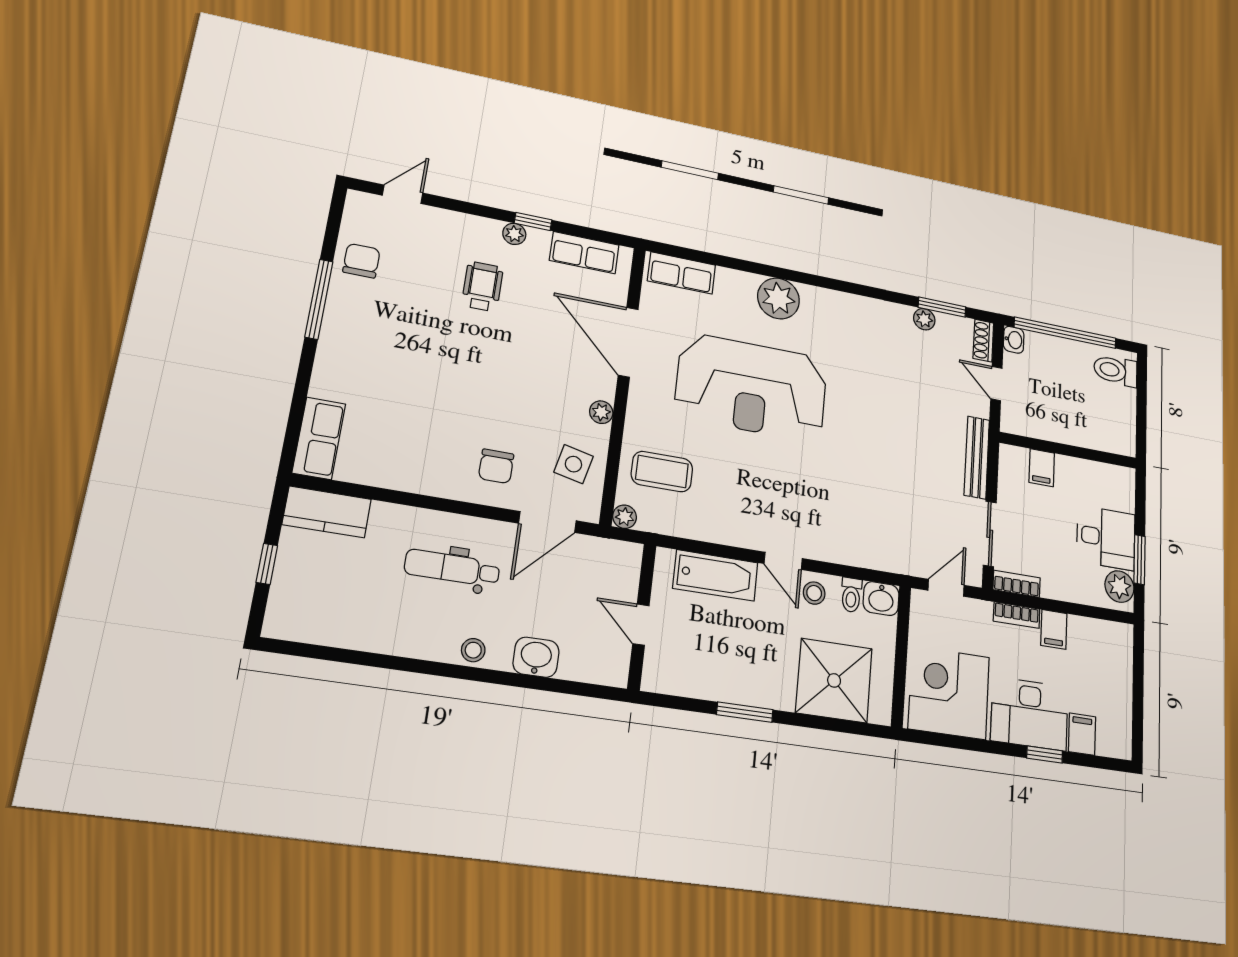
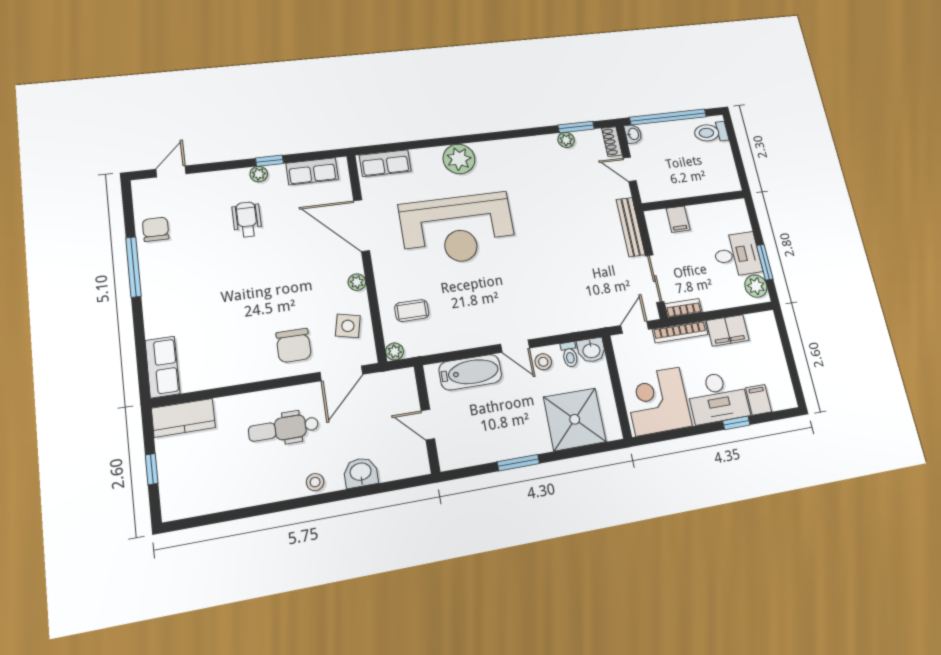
chair: (496, 466) -> (294, 345), width x1.37, depth x1.37
coffee table: (662, 472) -> (412, 310), width x0.73, depth x0.77
bookcase: (1017, 615) -> (680, 332), width x1.56
filing cabinet: (1054, 629) -> (728, 330), width x2.00

